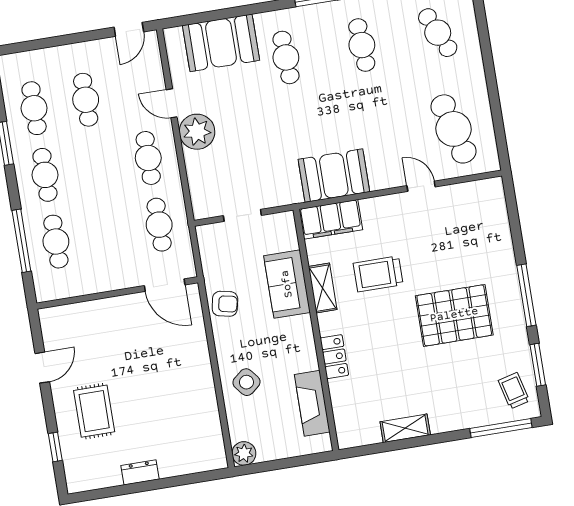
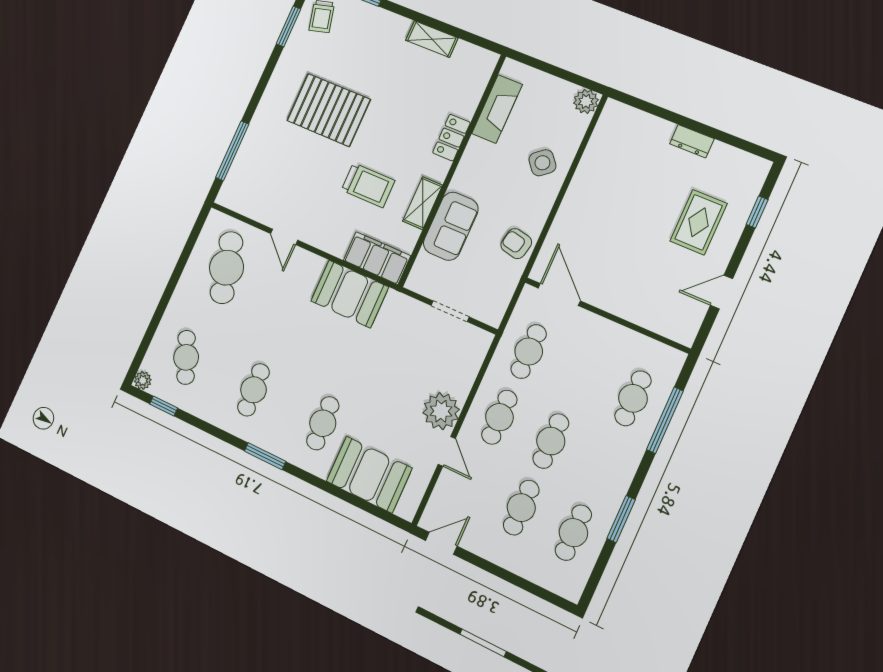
cafe table: (45, 175) -> (551, 441), moved
window: (526, 295) -> (232, 151), moved

